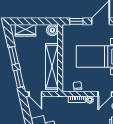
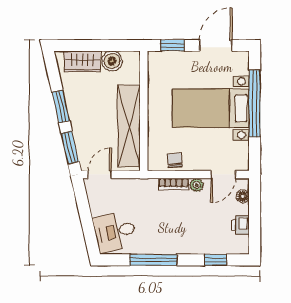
boiler: (52, 30) -> (112, 61), moved
door: (35, 94) -> (100, 175), swing flipped

